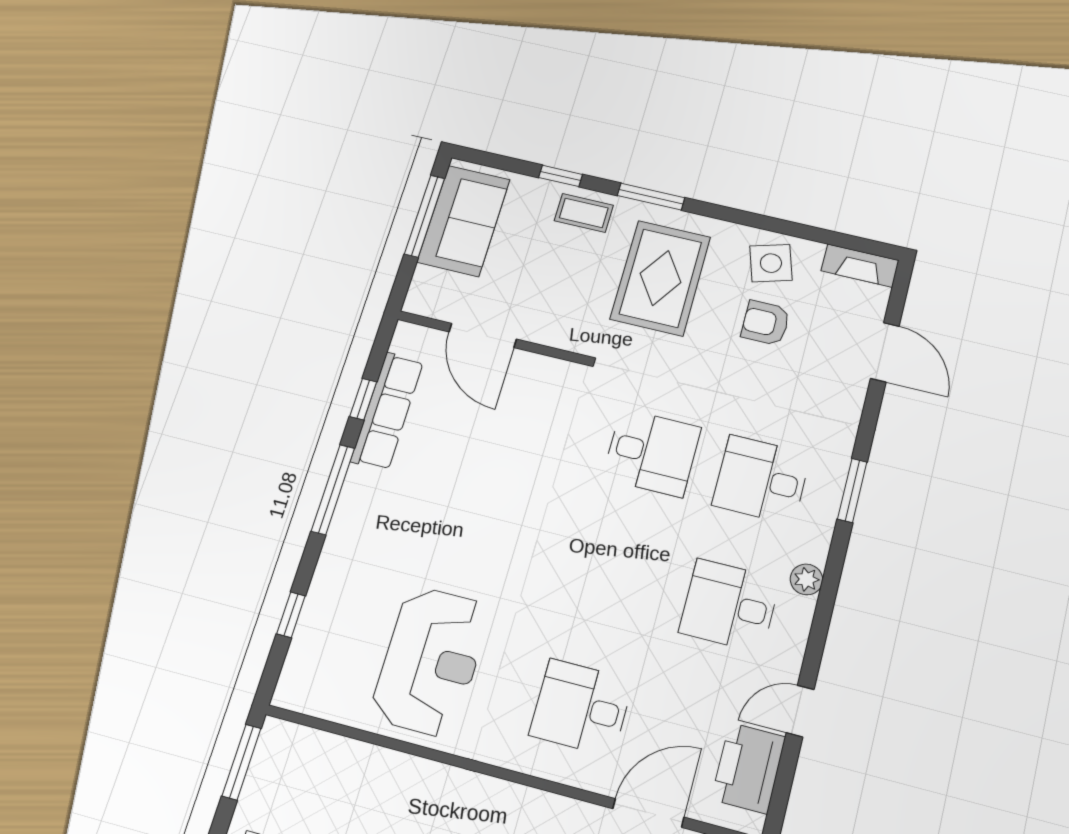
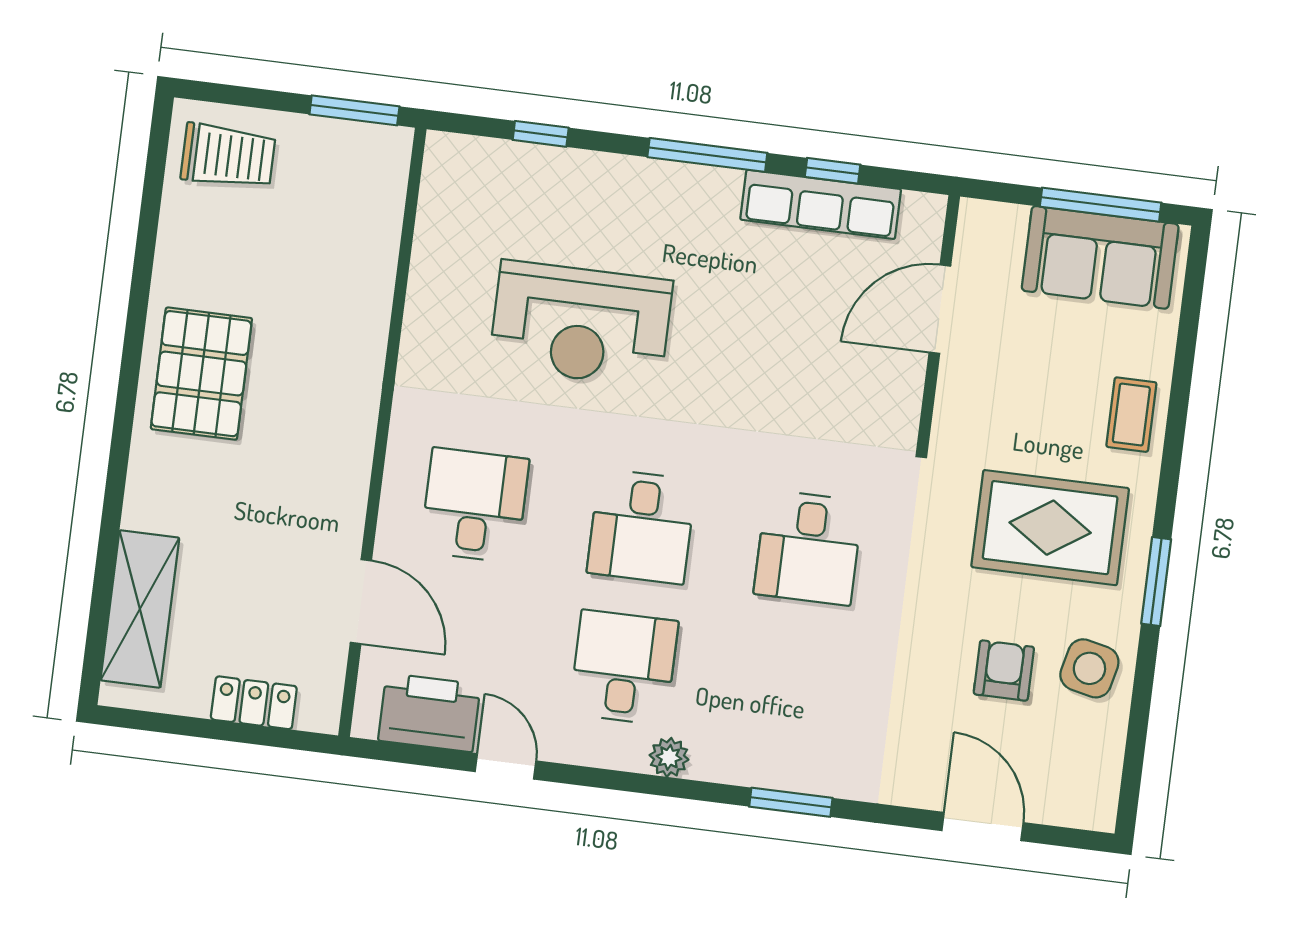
window: (561, 176) -> (1182, 376), removed
window: (651, 197) -> (1156, 582), moved
side table: (771, 263) -> (1089, 668), turned 30
fireplace: (860, 266) -> (1100, 784), removed
door: (885, 352) -> (982, 827), swing flipped
desk: (761, 480) -> (641, 526), moved, turned 180
reception desk: (431, 661) -> (581, 324), moved

